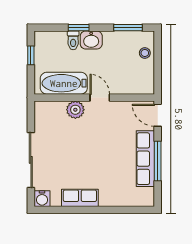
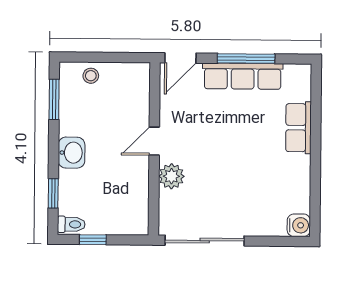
window: (79, 28) -> (53, 193), moved
toilet: (73, 40) -> (71, 224), moved
bathtub: (64, 83) -> (133, 193), removed
sliding door: (31, 160) -> (205, 241), moved
row of seats: (80, 198) -> (298, 128), moved

